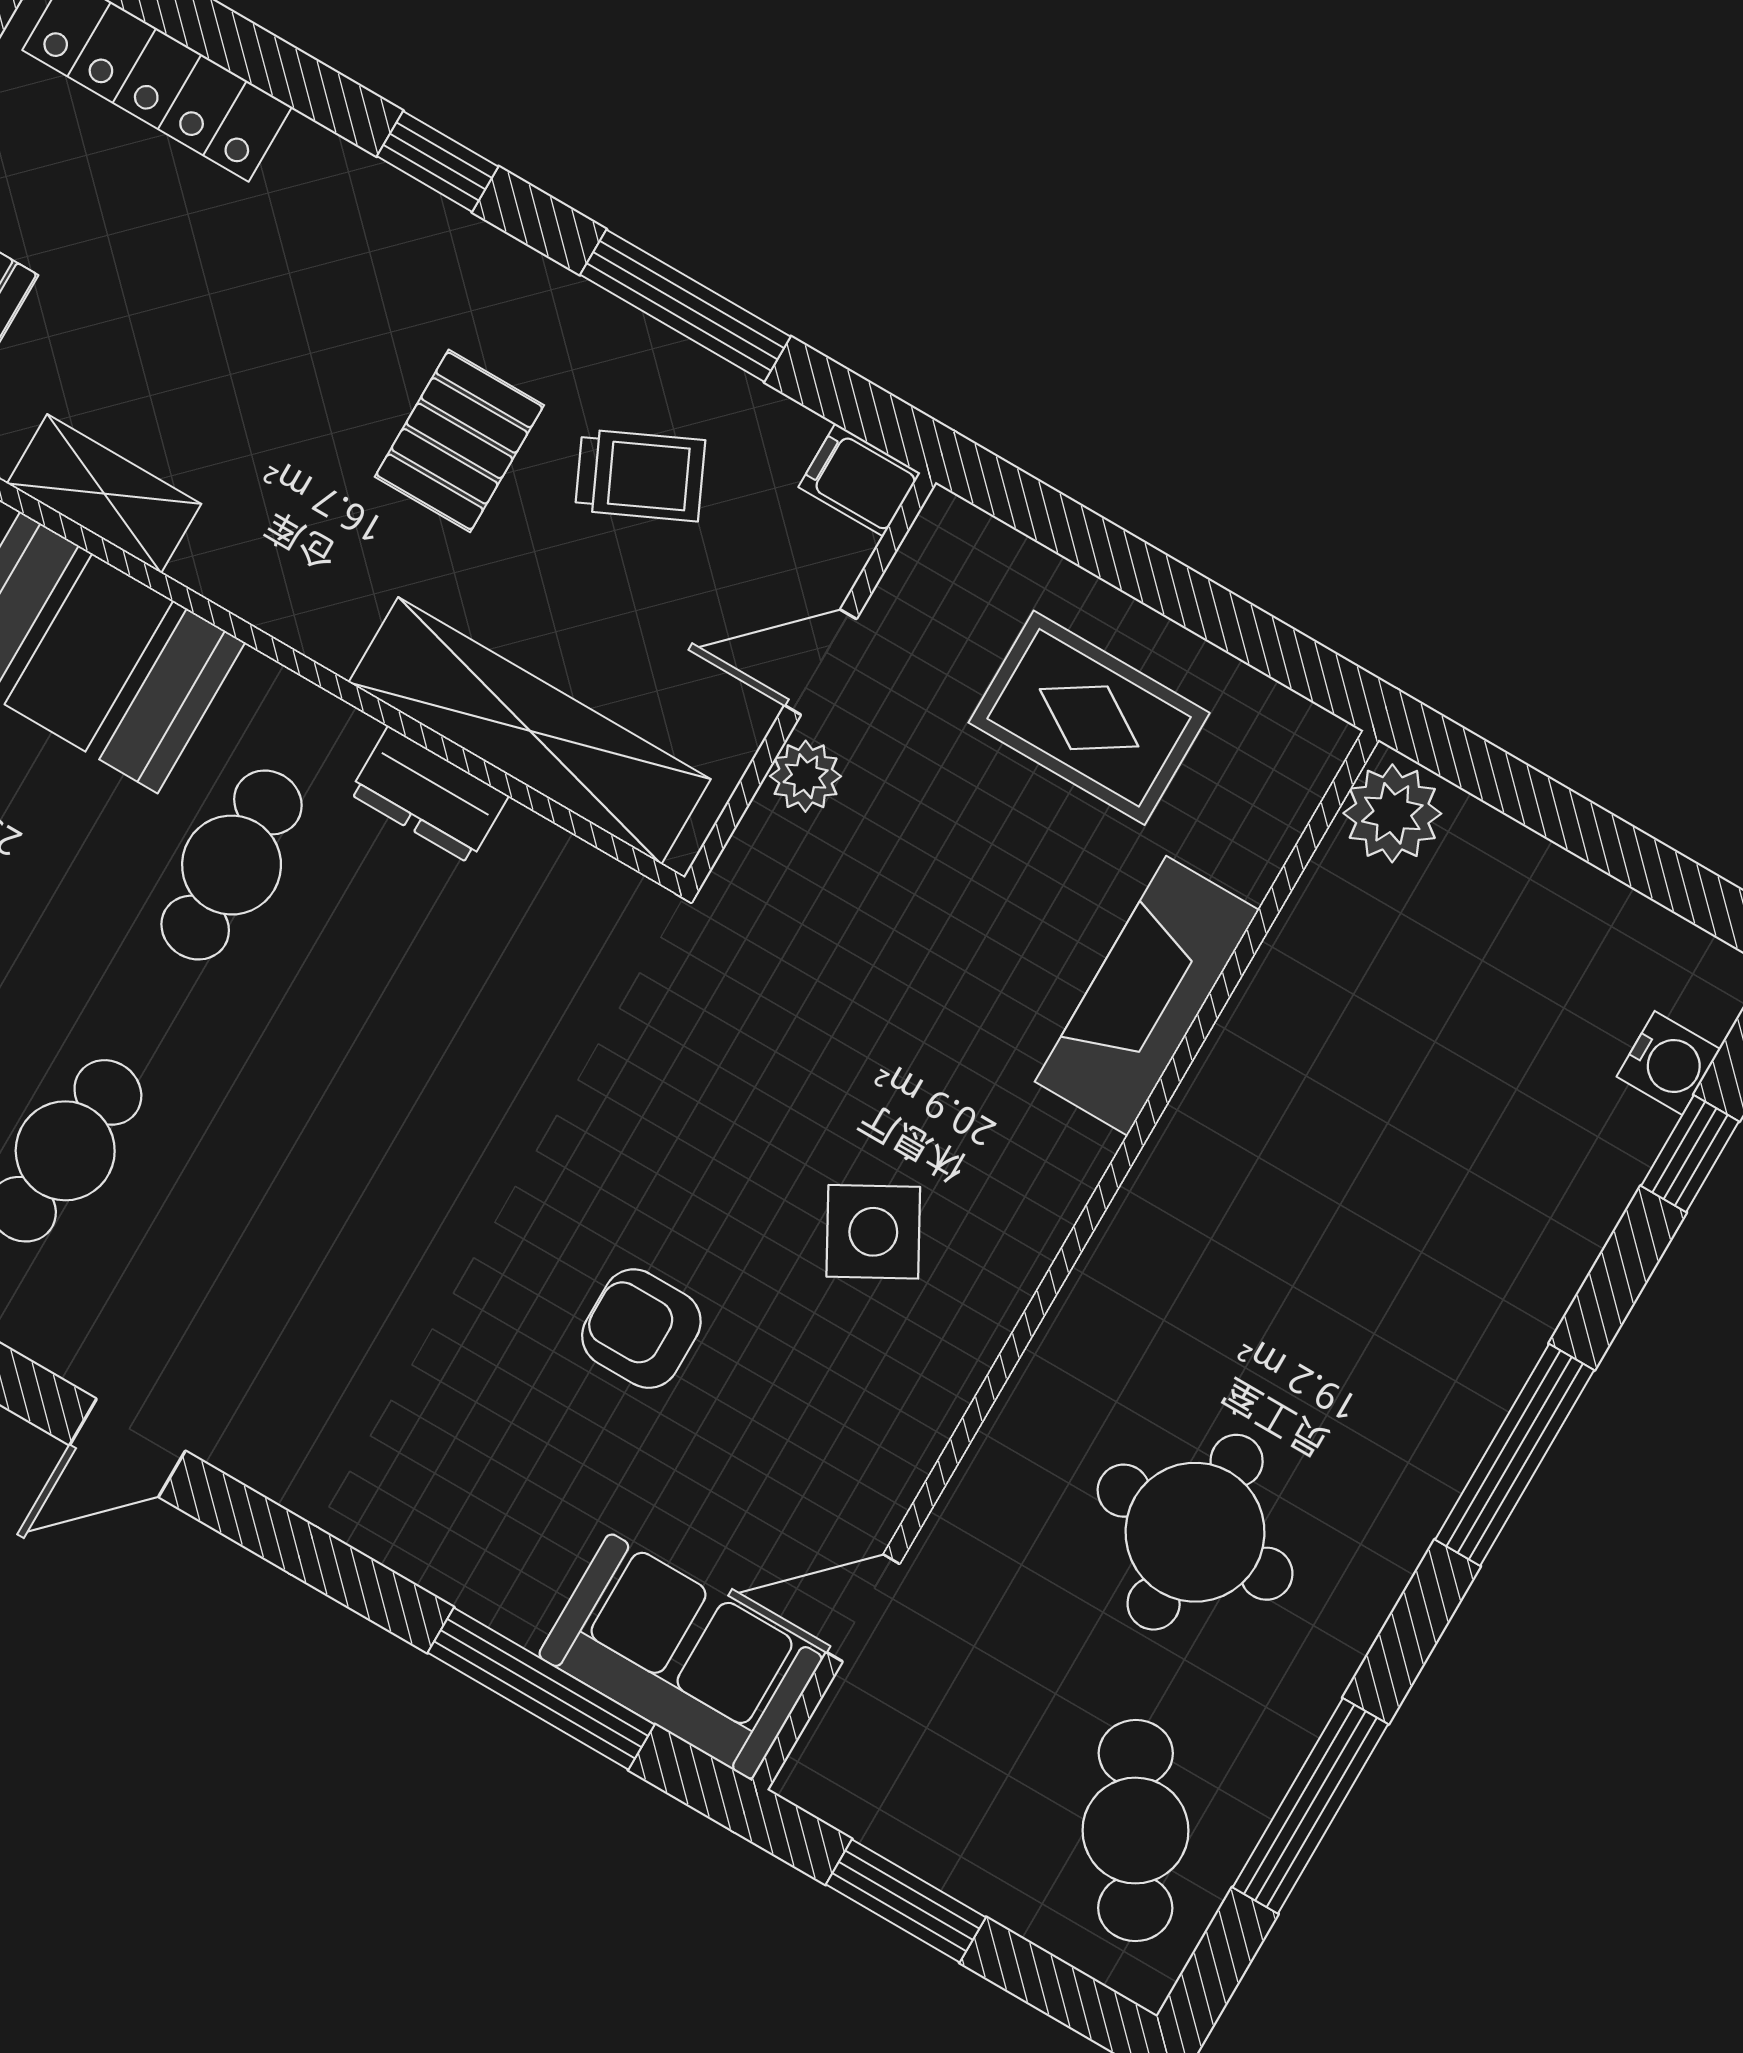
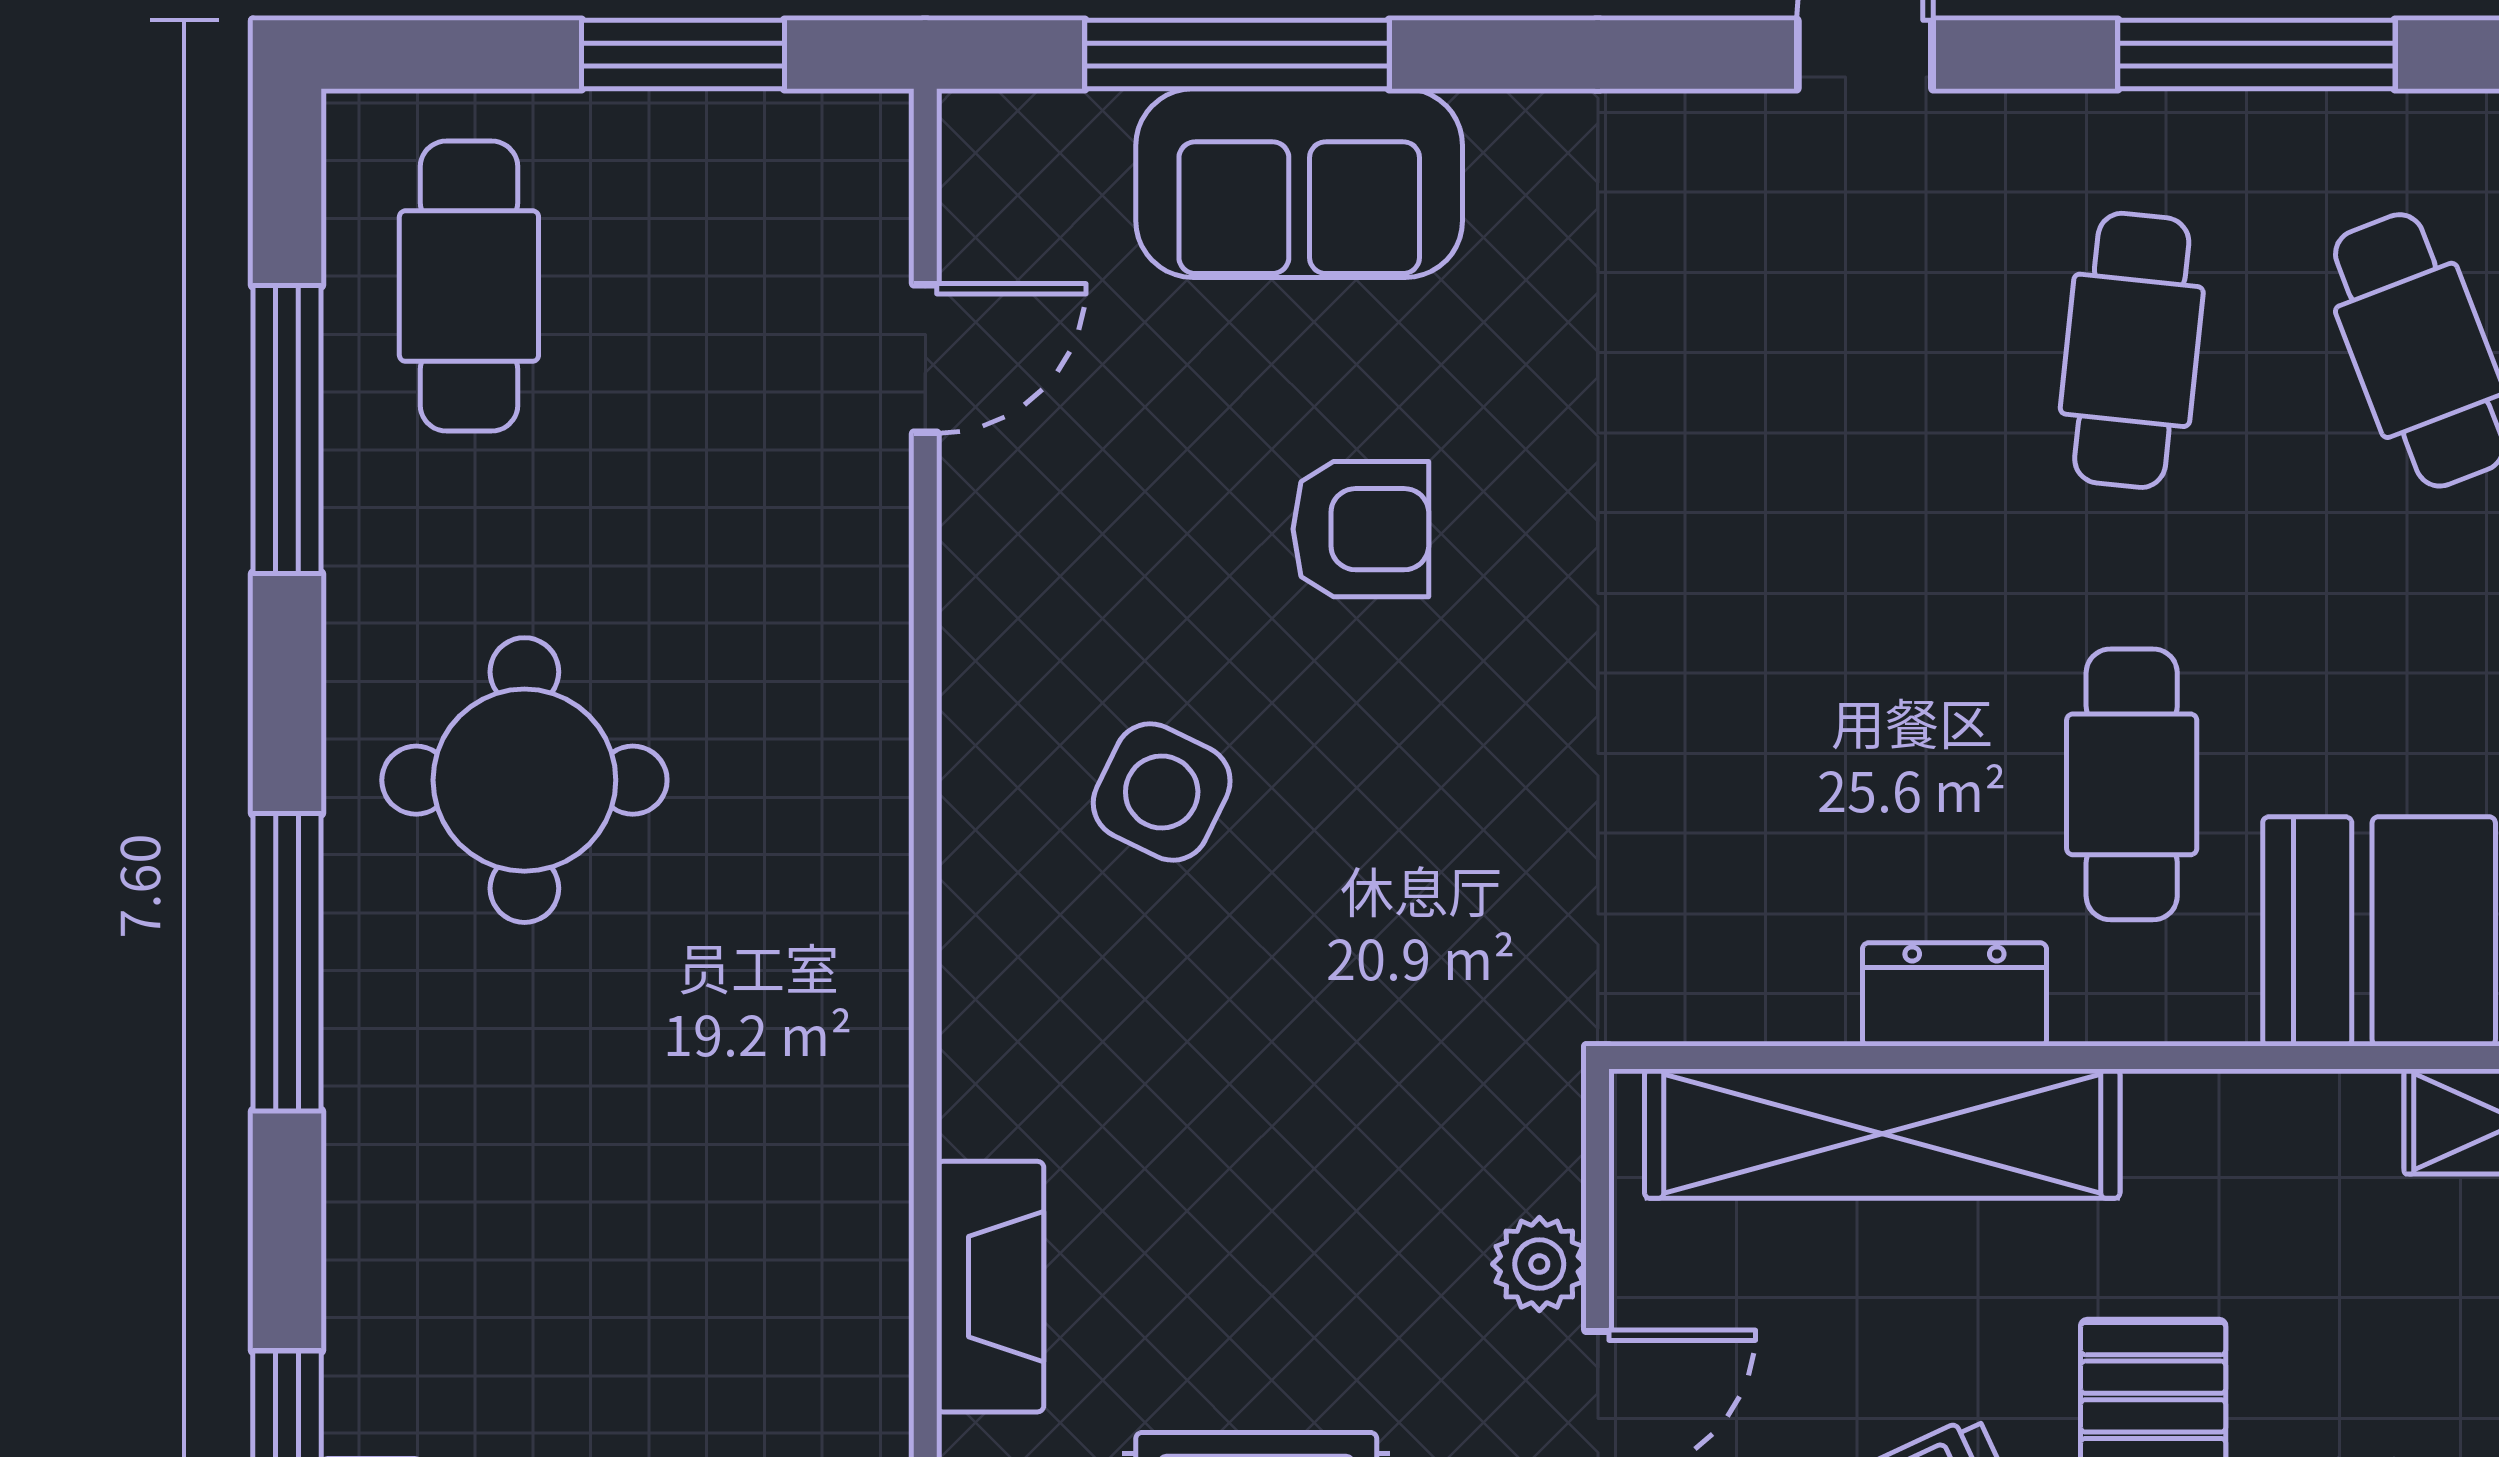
fireplace: (1147, 996) -> (990, 1287), width x0.73, depth x0.76
side table: (873, 1232) -> (1162, 792), turned -35
round table: (1195, 1532) -> (524, 780), moved
sofa: (681, 1657) -> (1299, 183), moved
cafe table: (1136, 1831) -> (469, 286), turned 30

